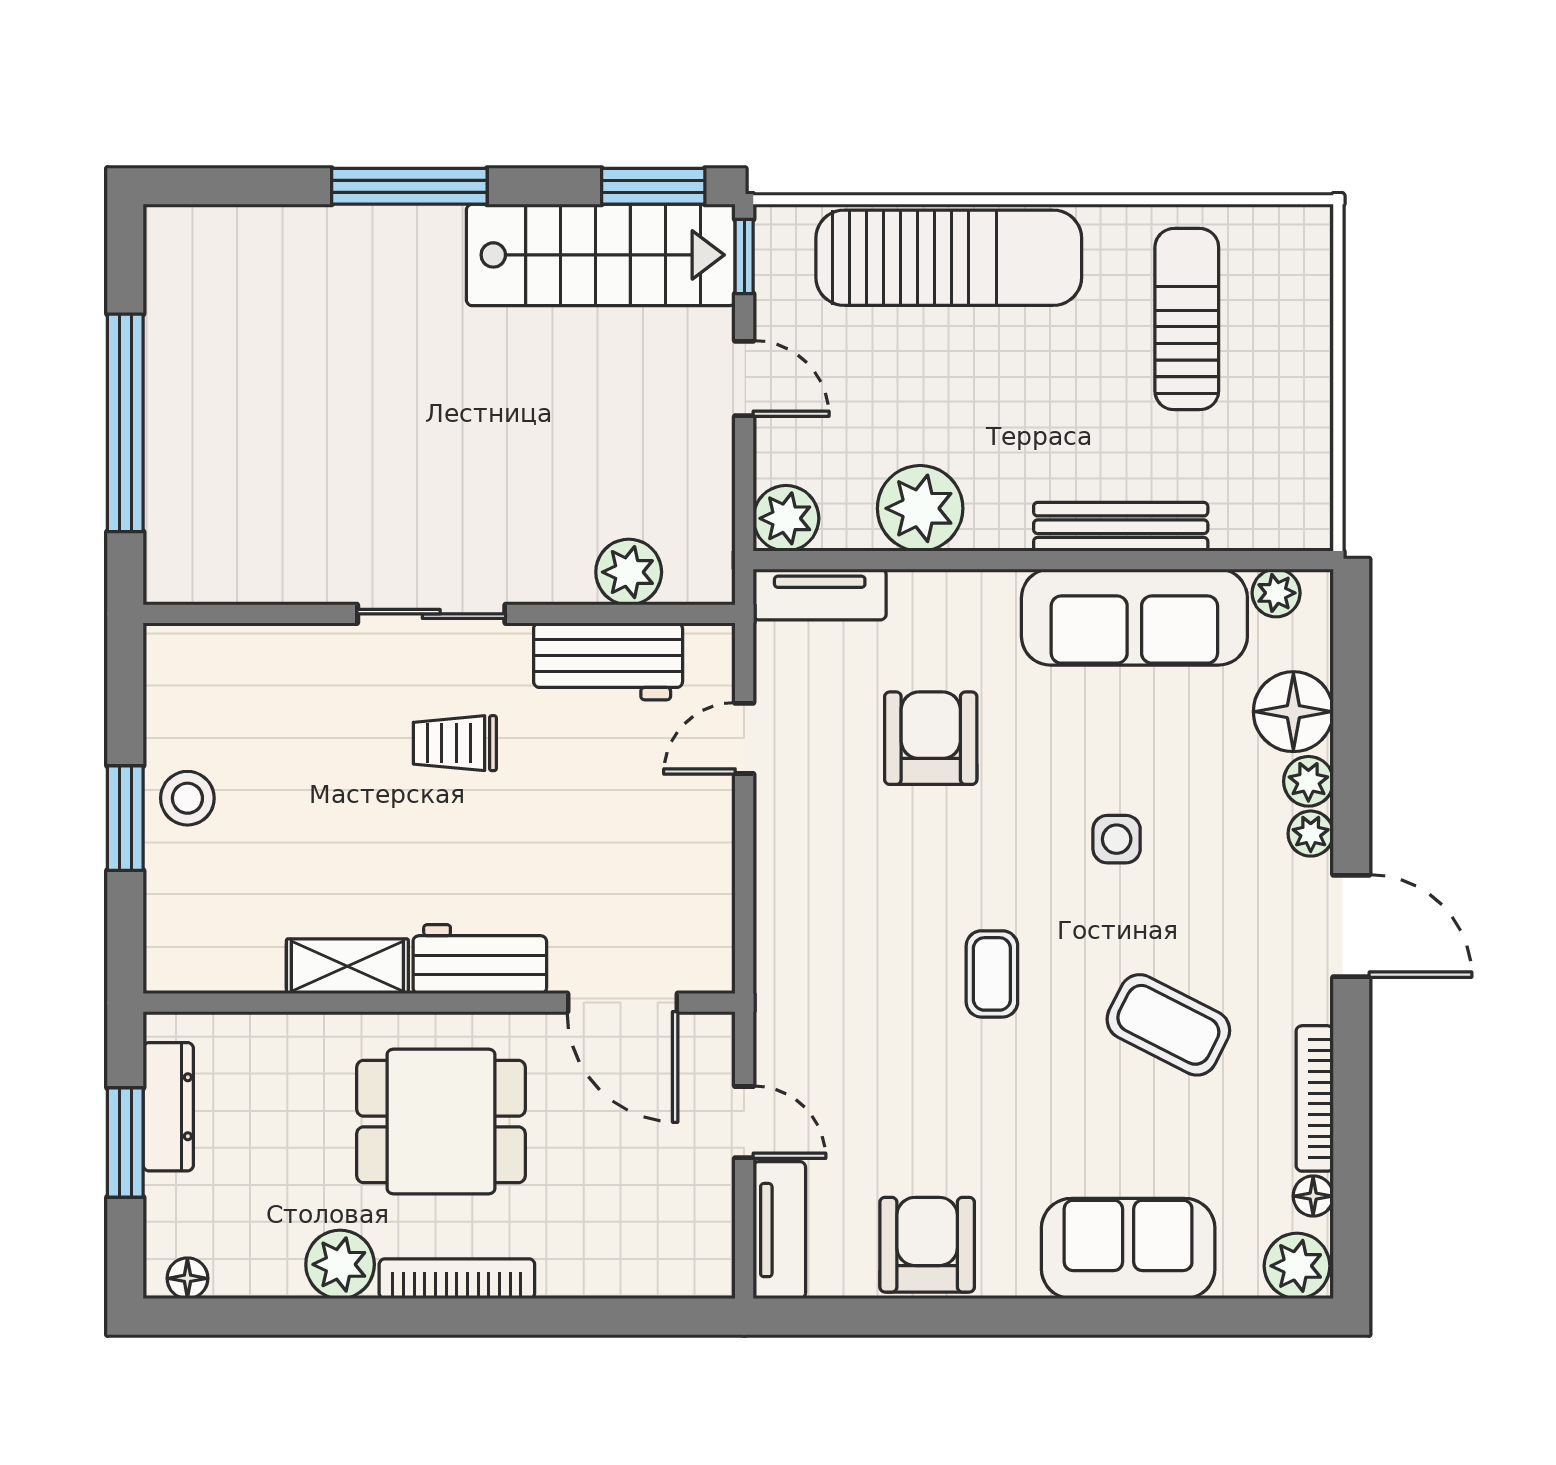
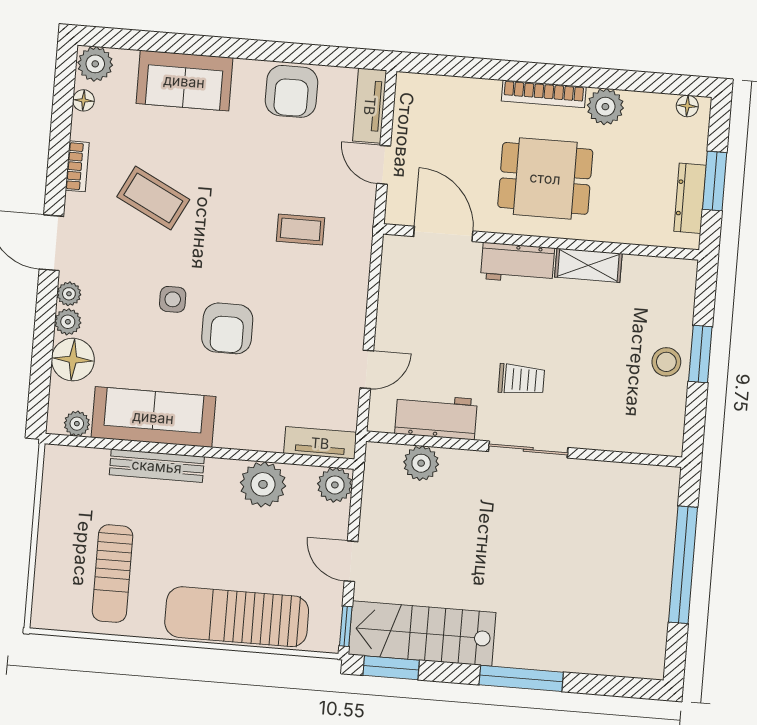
armchair: (931, 738) -> (227, 328), moved
coffee table: (992, 974) -> (301, 229), moved, turned 90
bookcase: (1315, 1098) -> (77, 166), width x0.64

